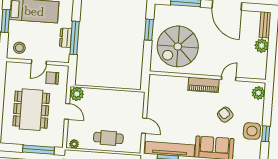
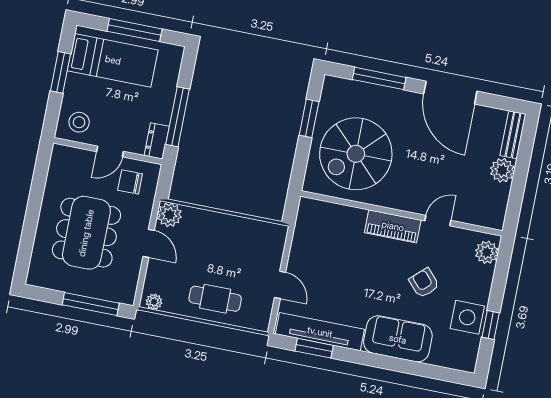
dresser: (66, 38) -> (157, 141), moved

